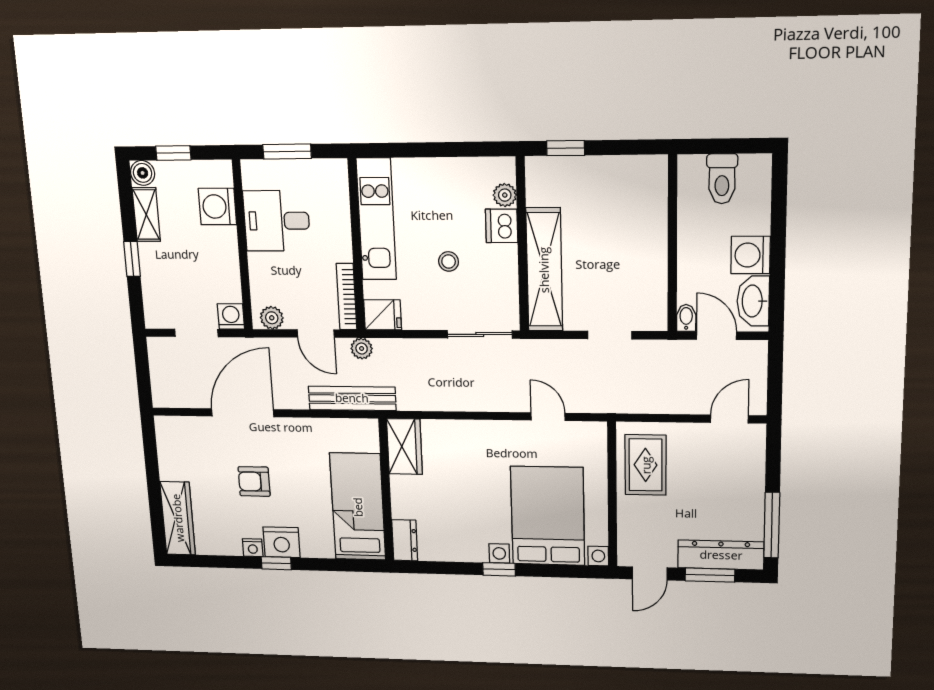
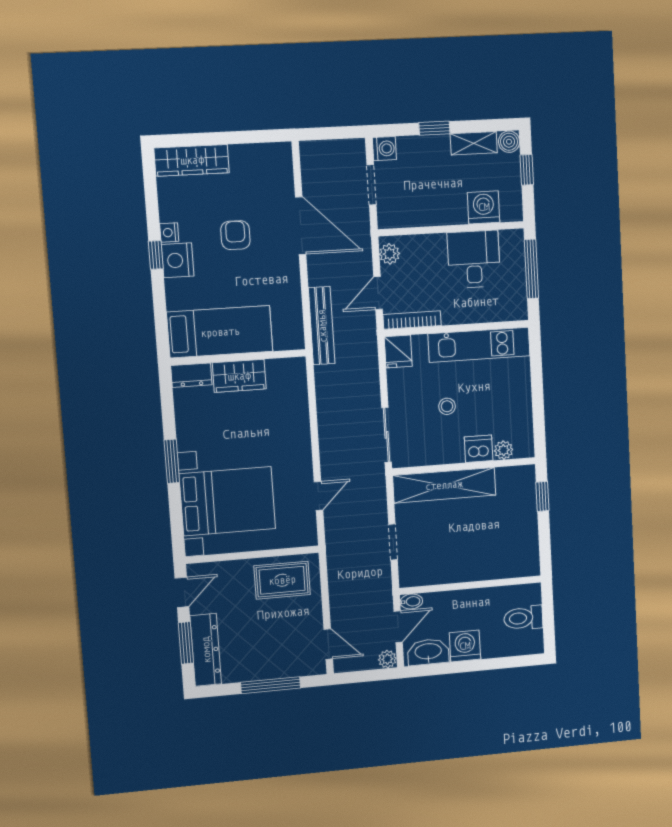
window: (287, 152) -> (531, 269), width x1.44
washing machine: (231, 316) -> (384, 149), moved
plant: (362, 349) -> (387, 659), moved
wardrobe: (404, 447) -> (239, 376), moved
window: (772, 525) -> (271, 685), moved
window: (499, 569) -> (172, 461), width x1.50
door: (650, 573) -> (182, 592), swing flipped

